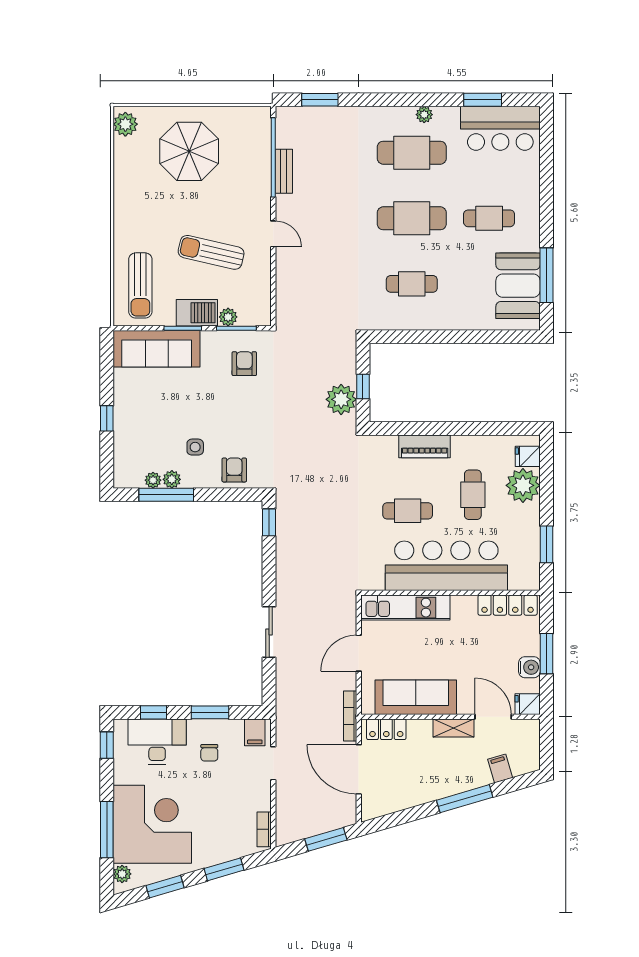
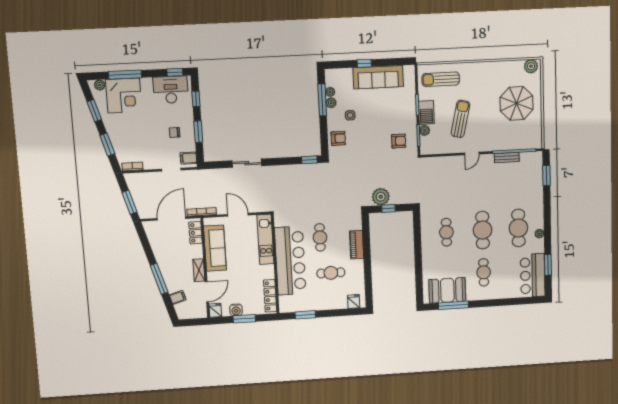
sofa: (157, 349) -> (378, 77), moved, turned -90
plant: (523, 485) -> (337, 300), removed
desk: (157, 742) -> (171, 90), moved, turned -90
corner desk: (152, 824) -> (124, 96), width x0.74, depth x0.74

